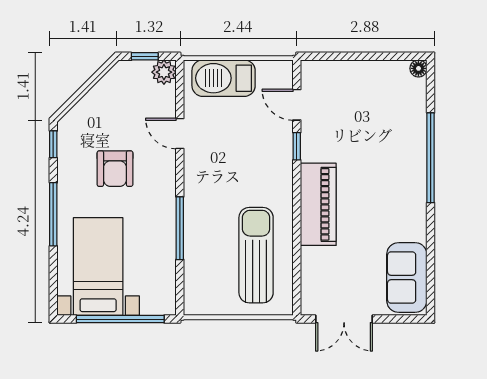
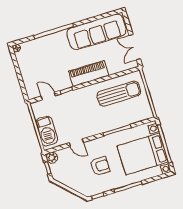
door: (297, 105) -> (48, 96), swing flipped
door: (180, 134) -> (76, 143), hinge flipped
sun lounger: (256, 255) -> (119, 94), turned 180
bed with nightstands: (98, 267) -> (143, 154), width x1.36
sofa: (407, 277) -> (96, 32), width x1.85, depth x1.27
double door: (344, 319) -> (135, 47), swing flipped

